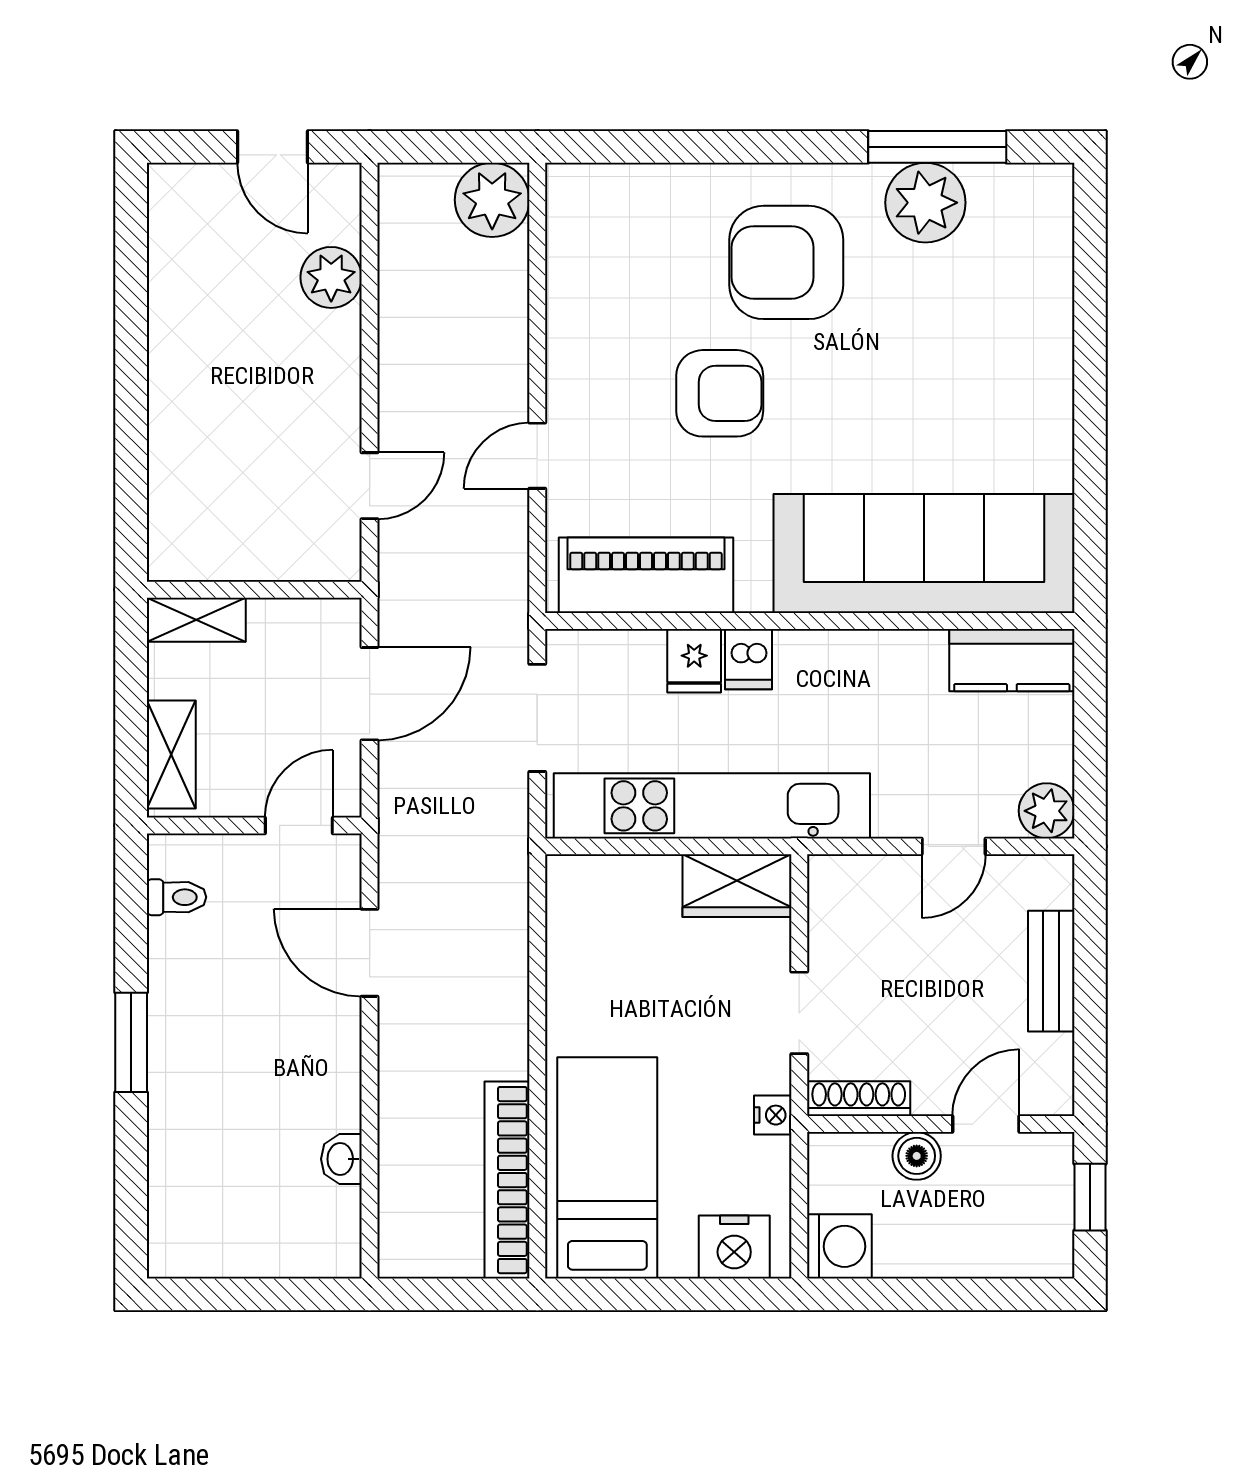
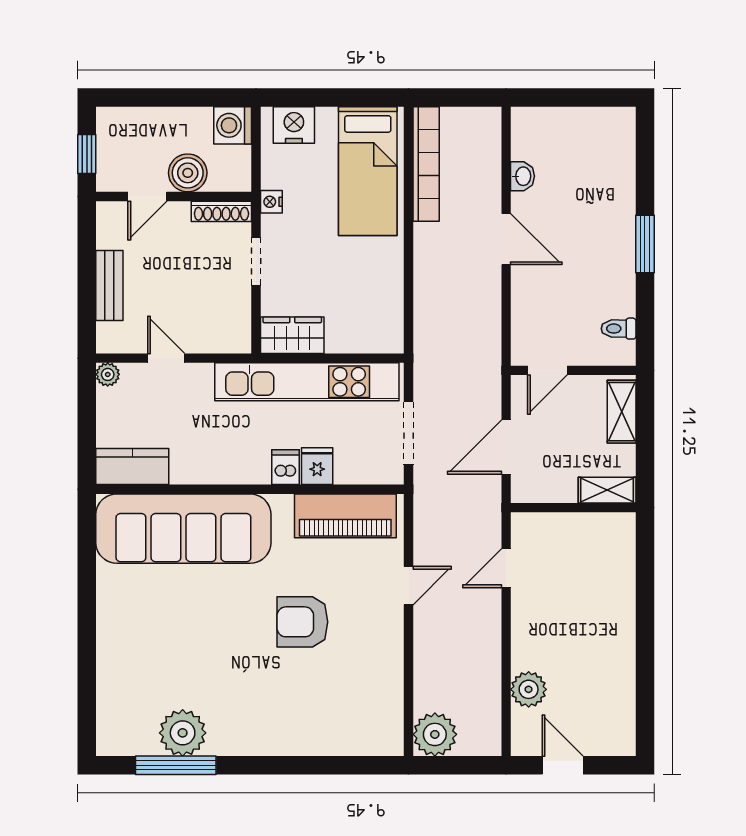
armchair: (786, 262) -> (264, 698), removed
plant: (1047, 811) -> (108, 374), width x0.73, depth x0.73
door: (954, 846) -> (166, 358), hinge flipped
door: (370, 953) -> (506, 239), moved
boiler: (917, 1156) -> (188, 173), width x1.36, depth x1.36

